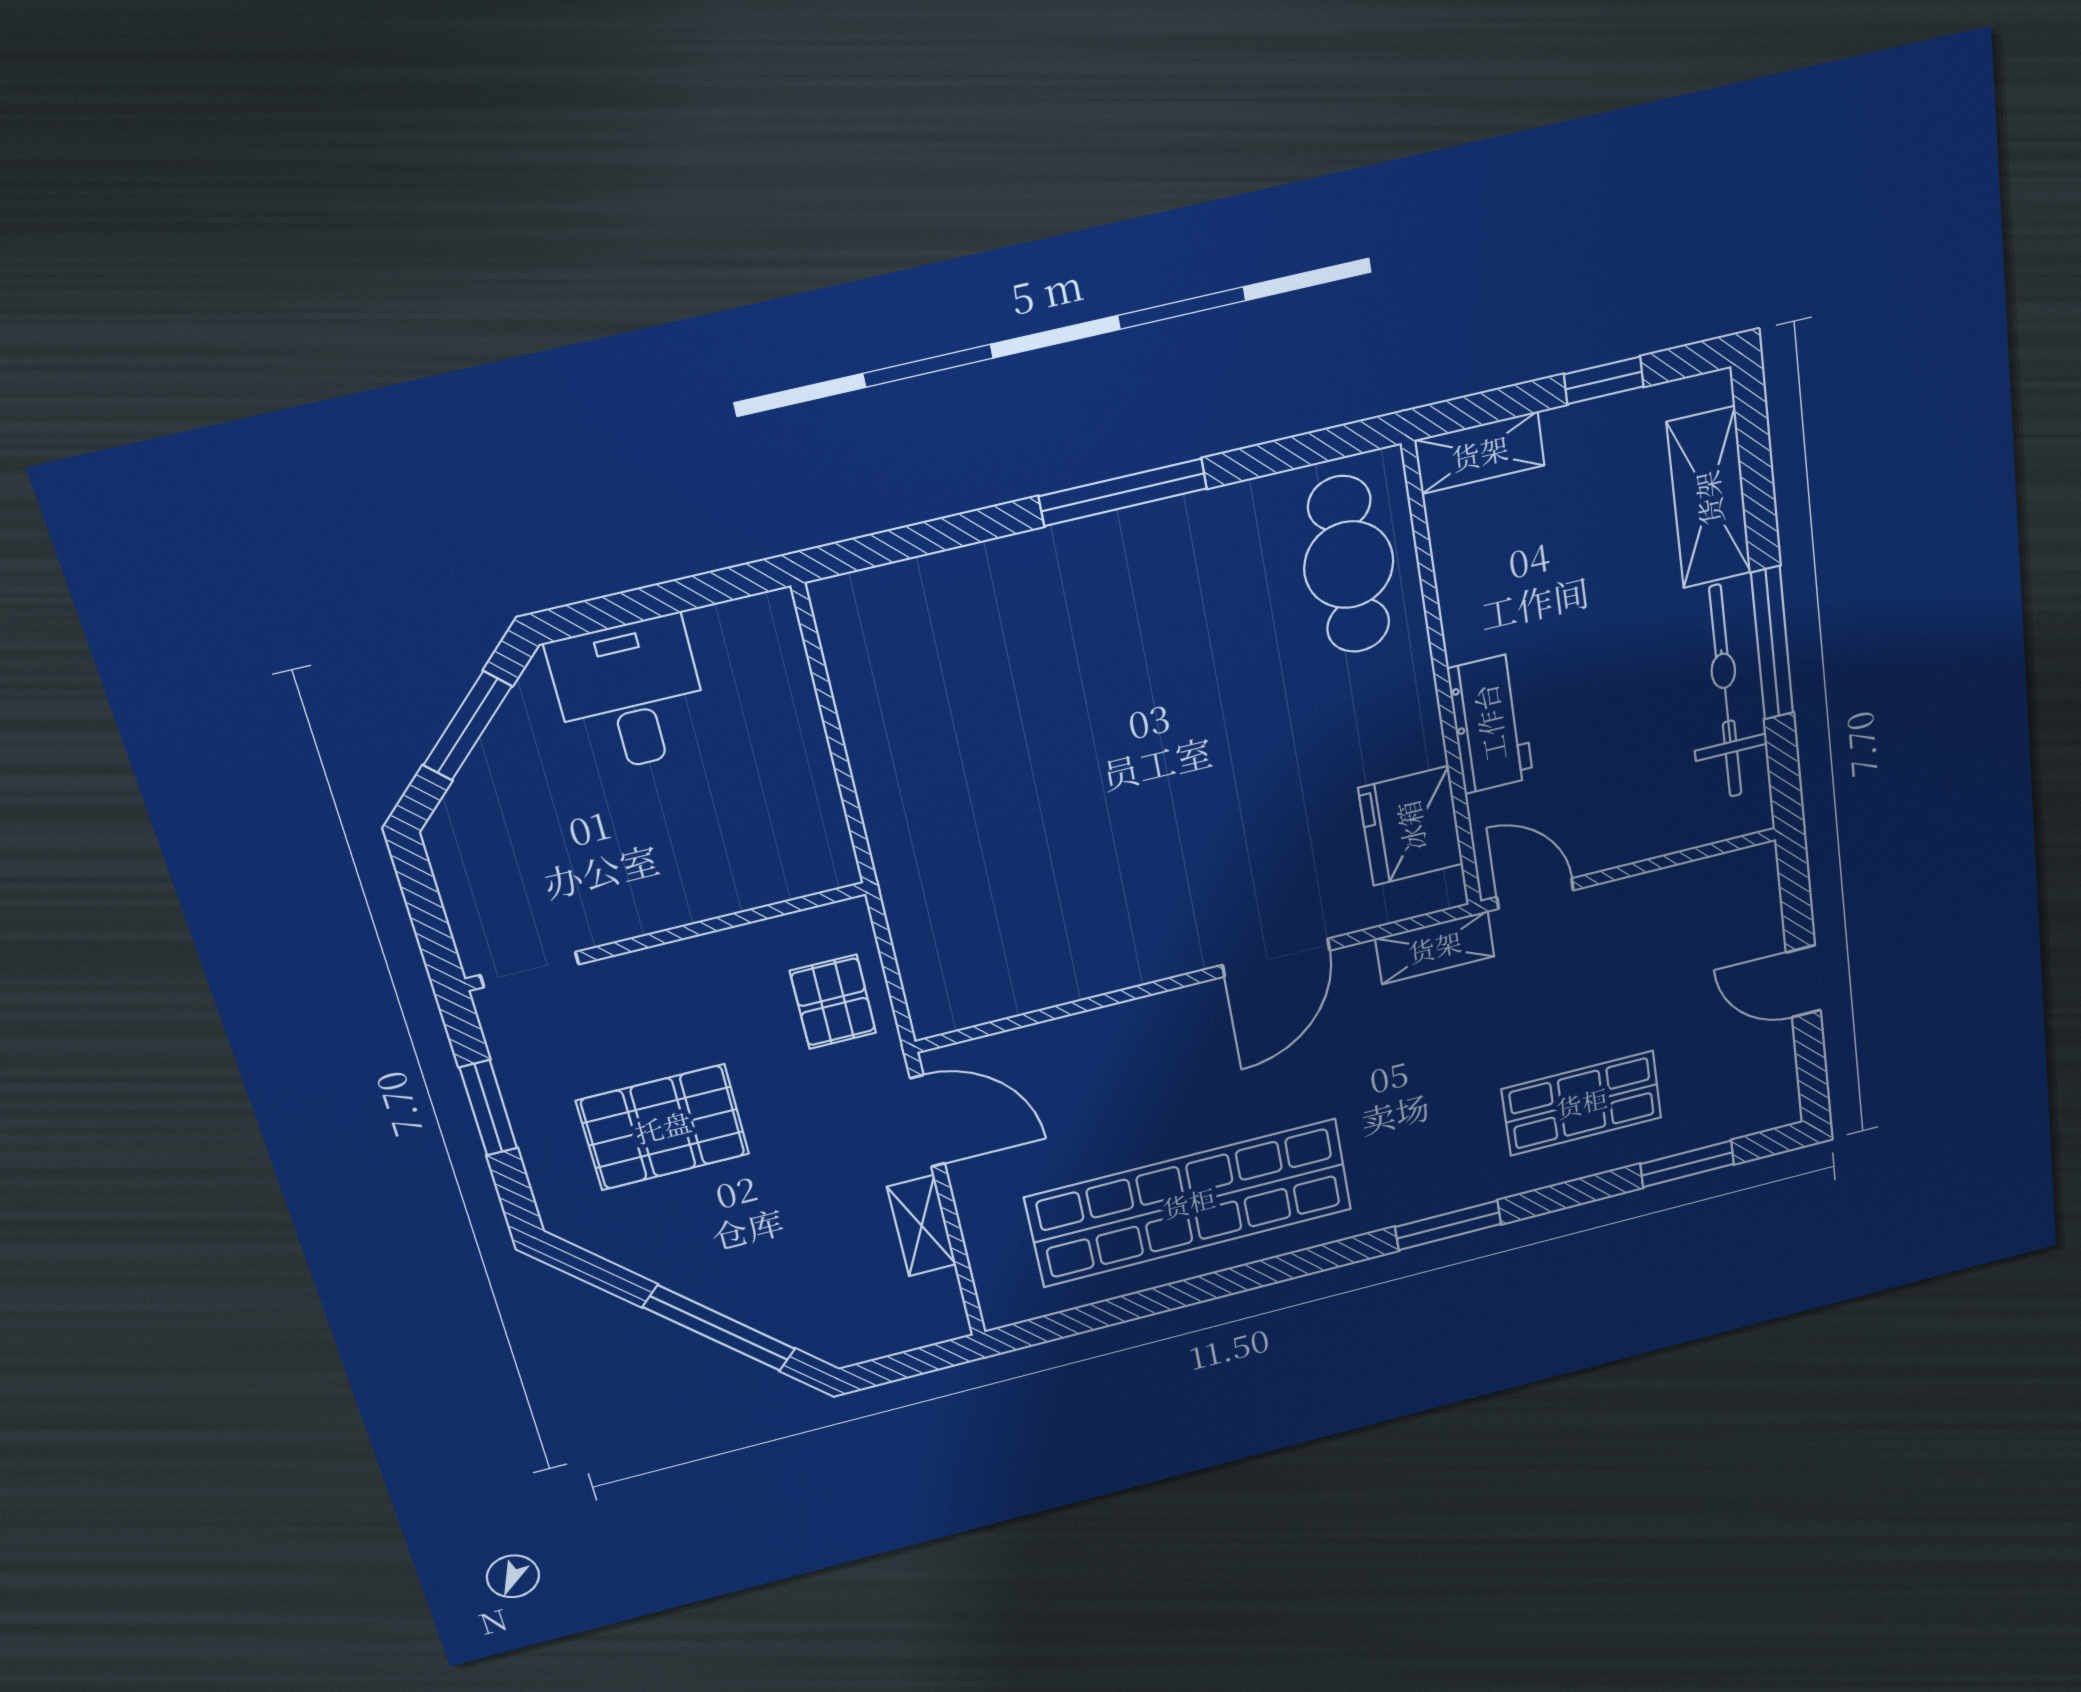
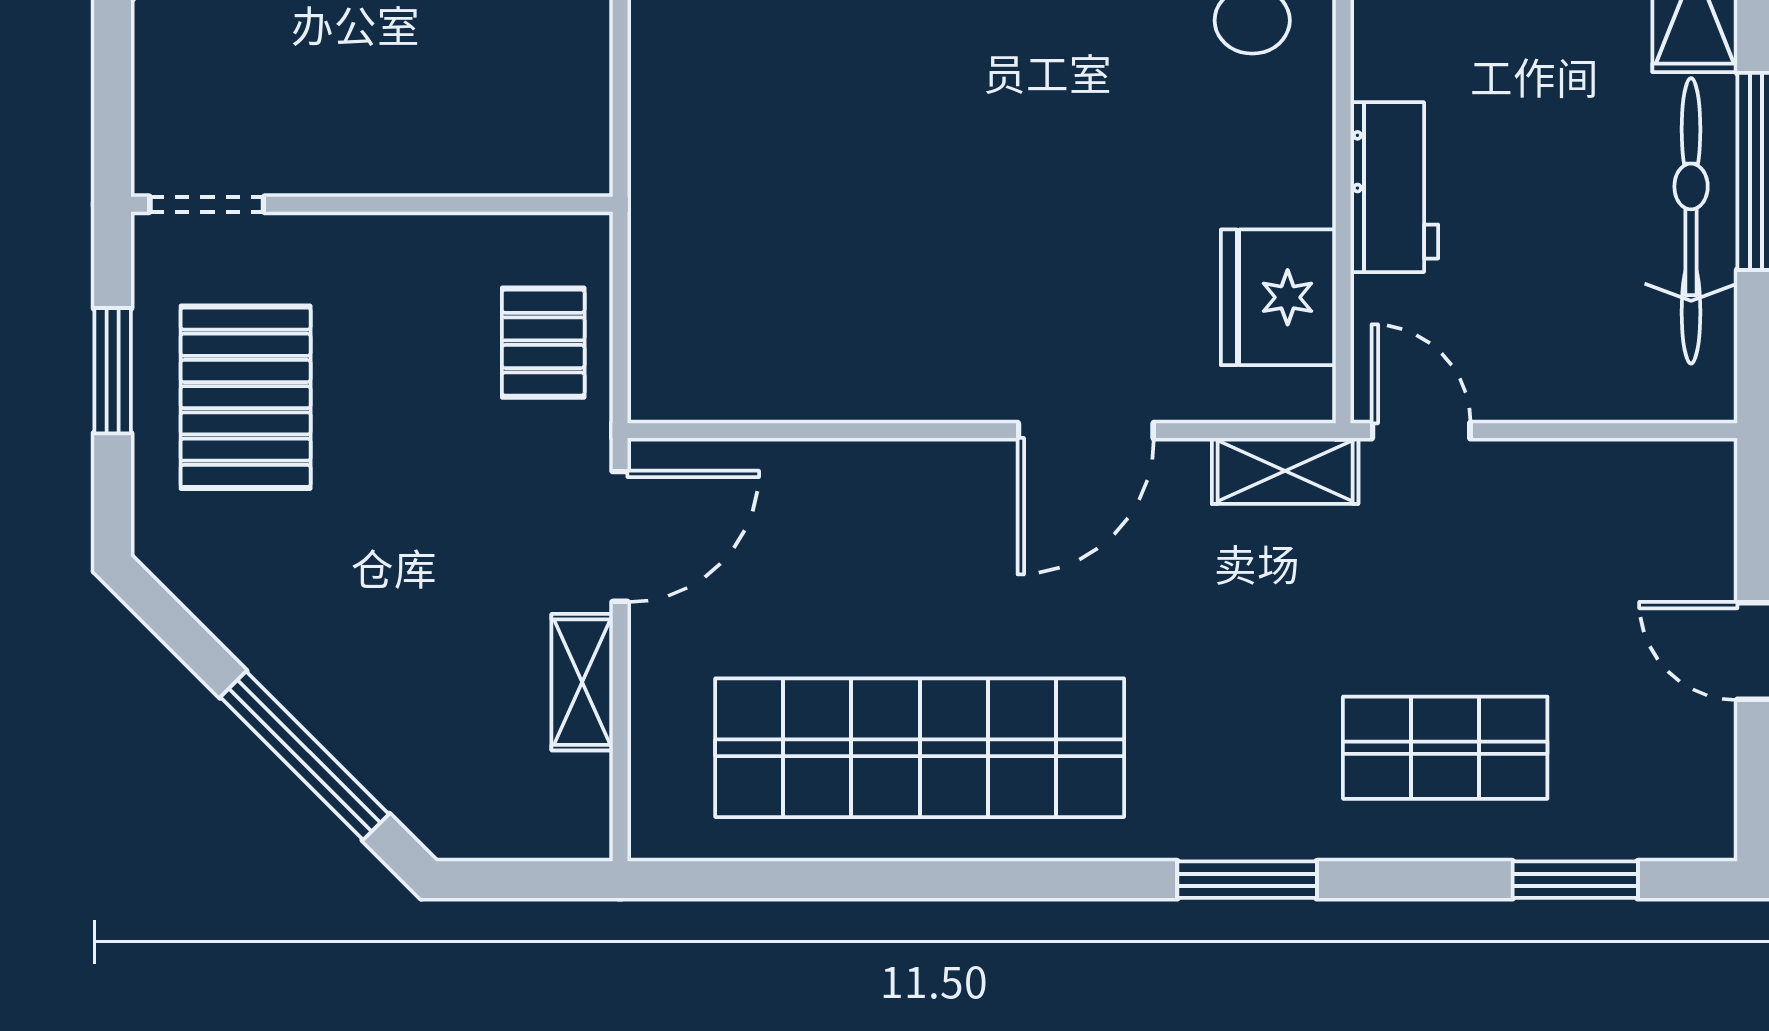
door: (927, 1121) -> (620, 536), hinge flipped
pallet: (663, 1127) -> (246, 397), moved, turned 90

